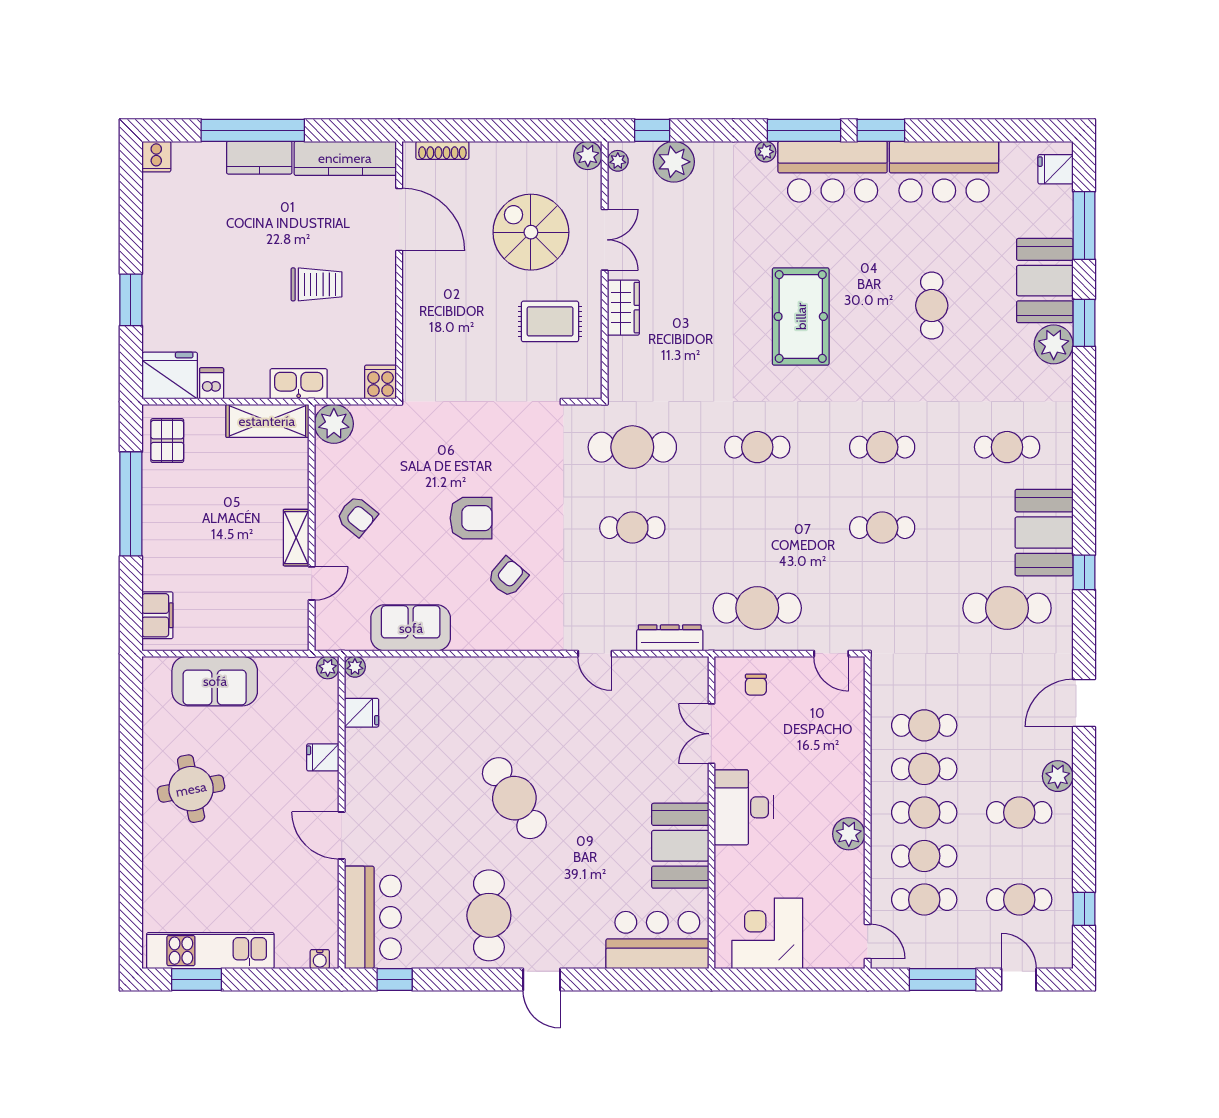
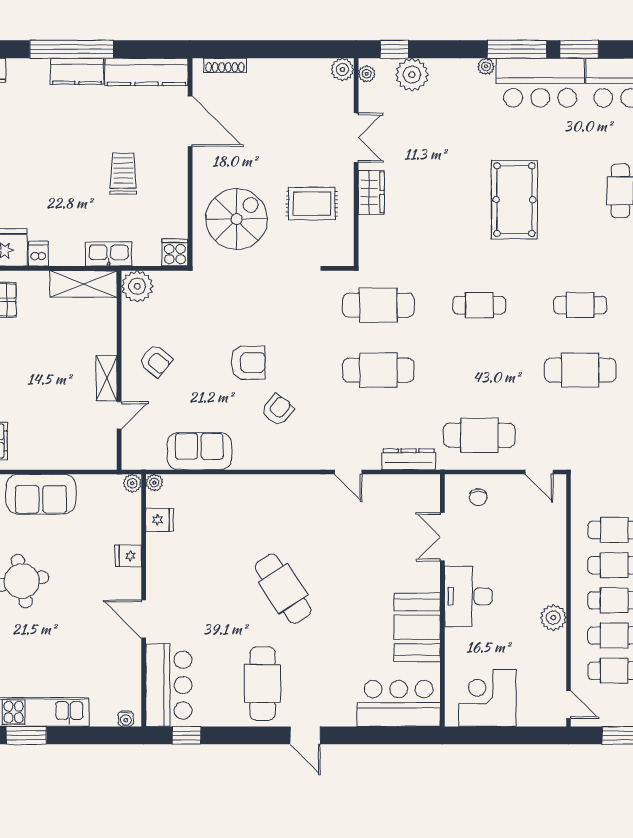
spiral stairs: (531, 232) -> (237, 219), moved, turned 90
trolley: (317, 284) -> (123, 174), turned -90
cafe table: (632, 528) -> (378, 370), width x1.37, depth x1.35
cafe table: (882, 528) -> (580, 370), width x1.37, depth x1.35

